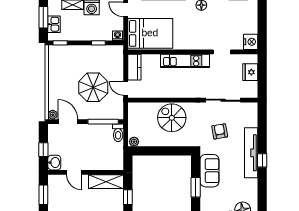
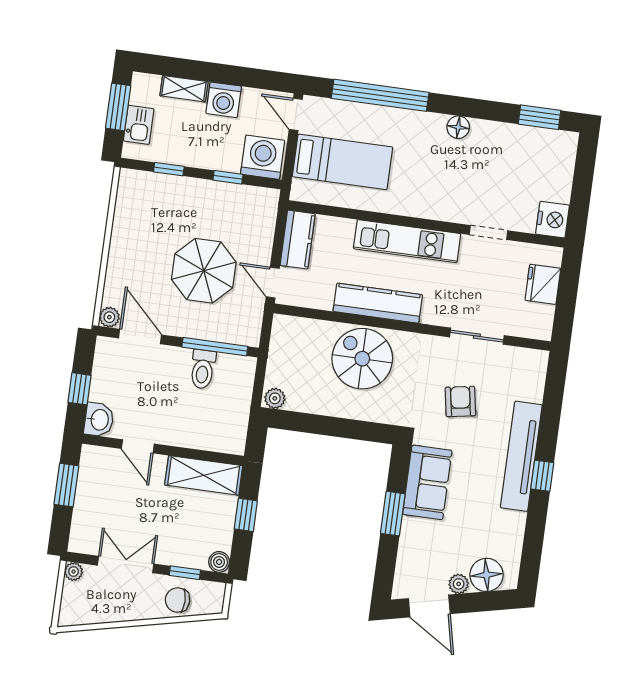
bed: (150, 33) -> (342, 162), width x0.67
washing machine: (117, 36) -> (263, 157), width x1.89, depth x1.89
window: (60, 43) -> (169, 169), moved
kitchen counter: (175, 91) -> (378, 303), added
sliding door: (223, 100) -> (477, 336), width x0.73
toilet: (118, 133) -> (203, 369), moved

